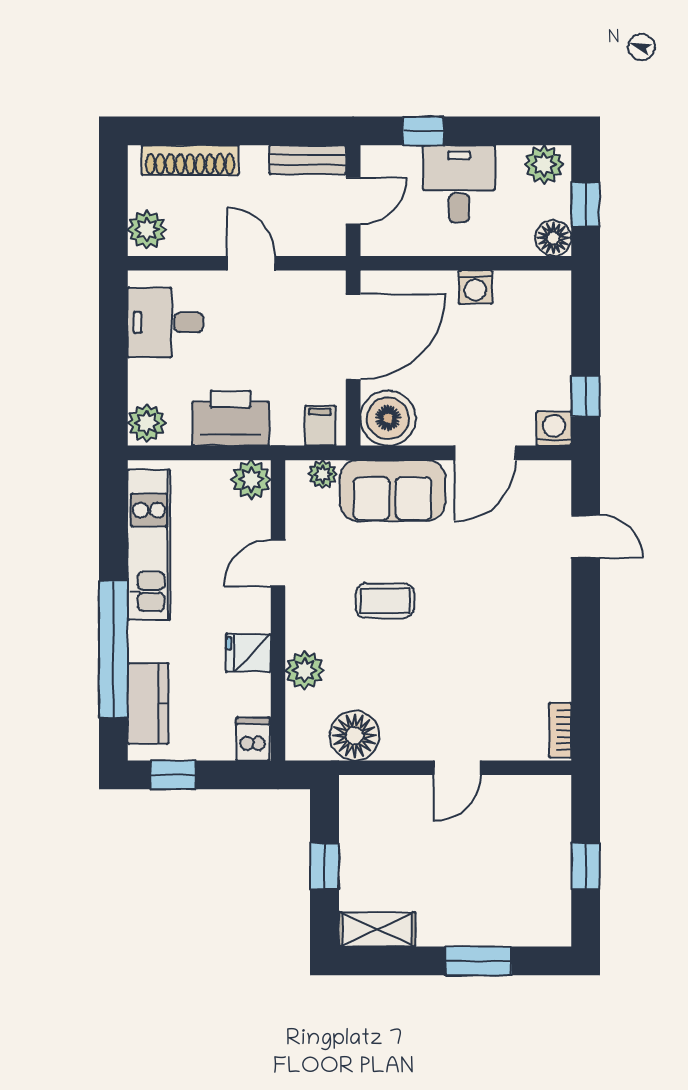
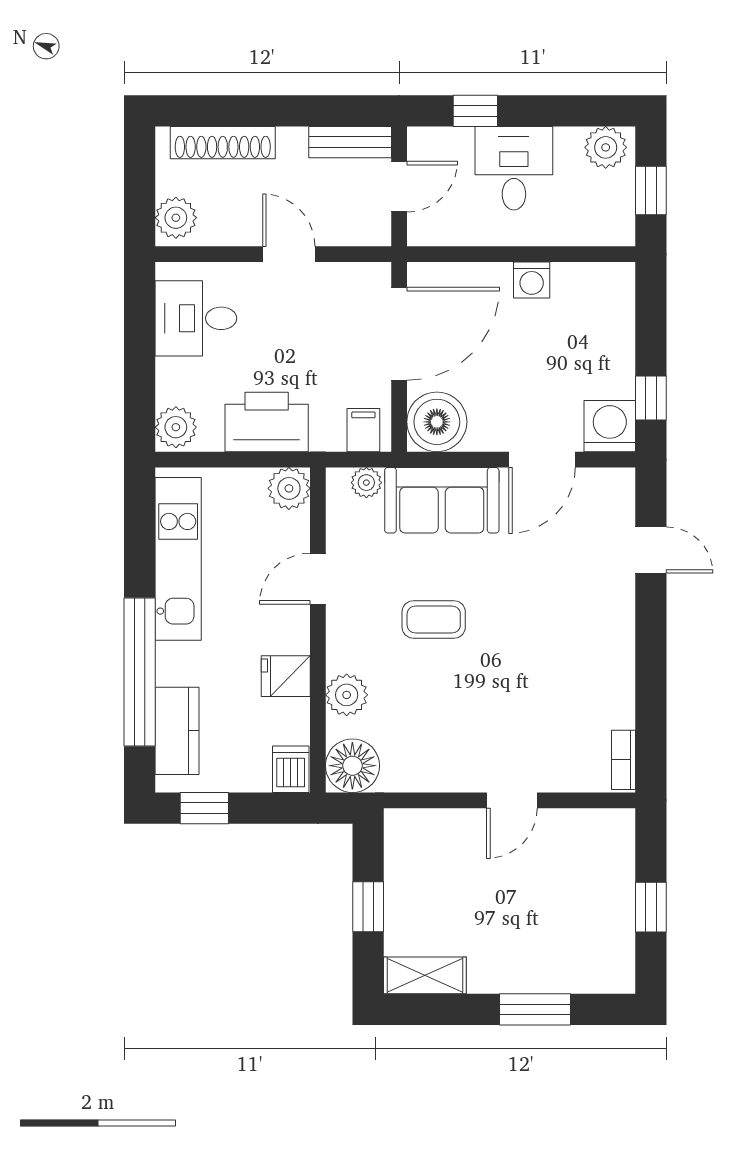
floor lamp: (553, 238) -> (616, 227), removed
washing machine: (554, 429) -> (610, 426), width x1.38, depth x1.38
floor lamp: (355, 736) -> (352, 766), moved

